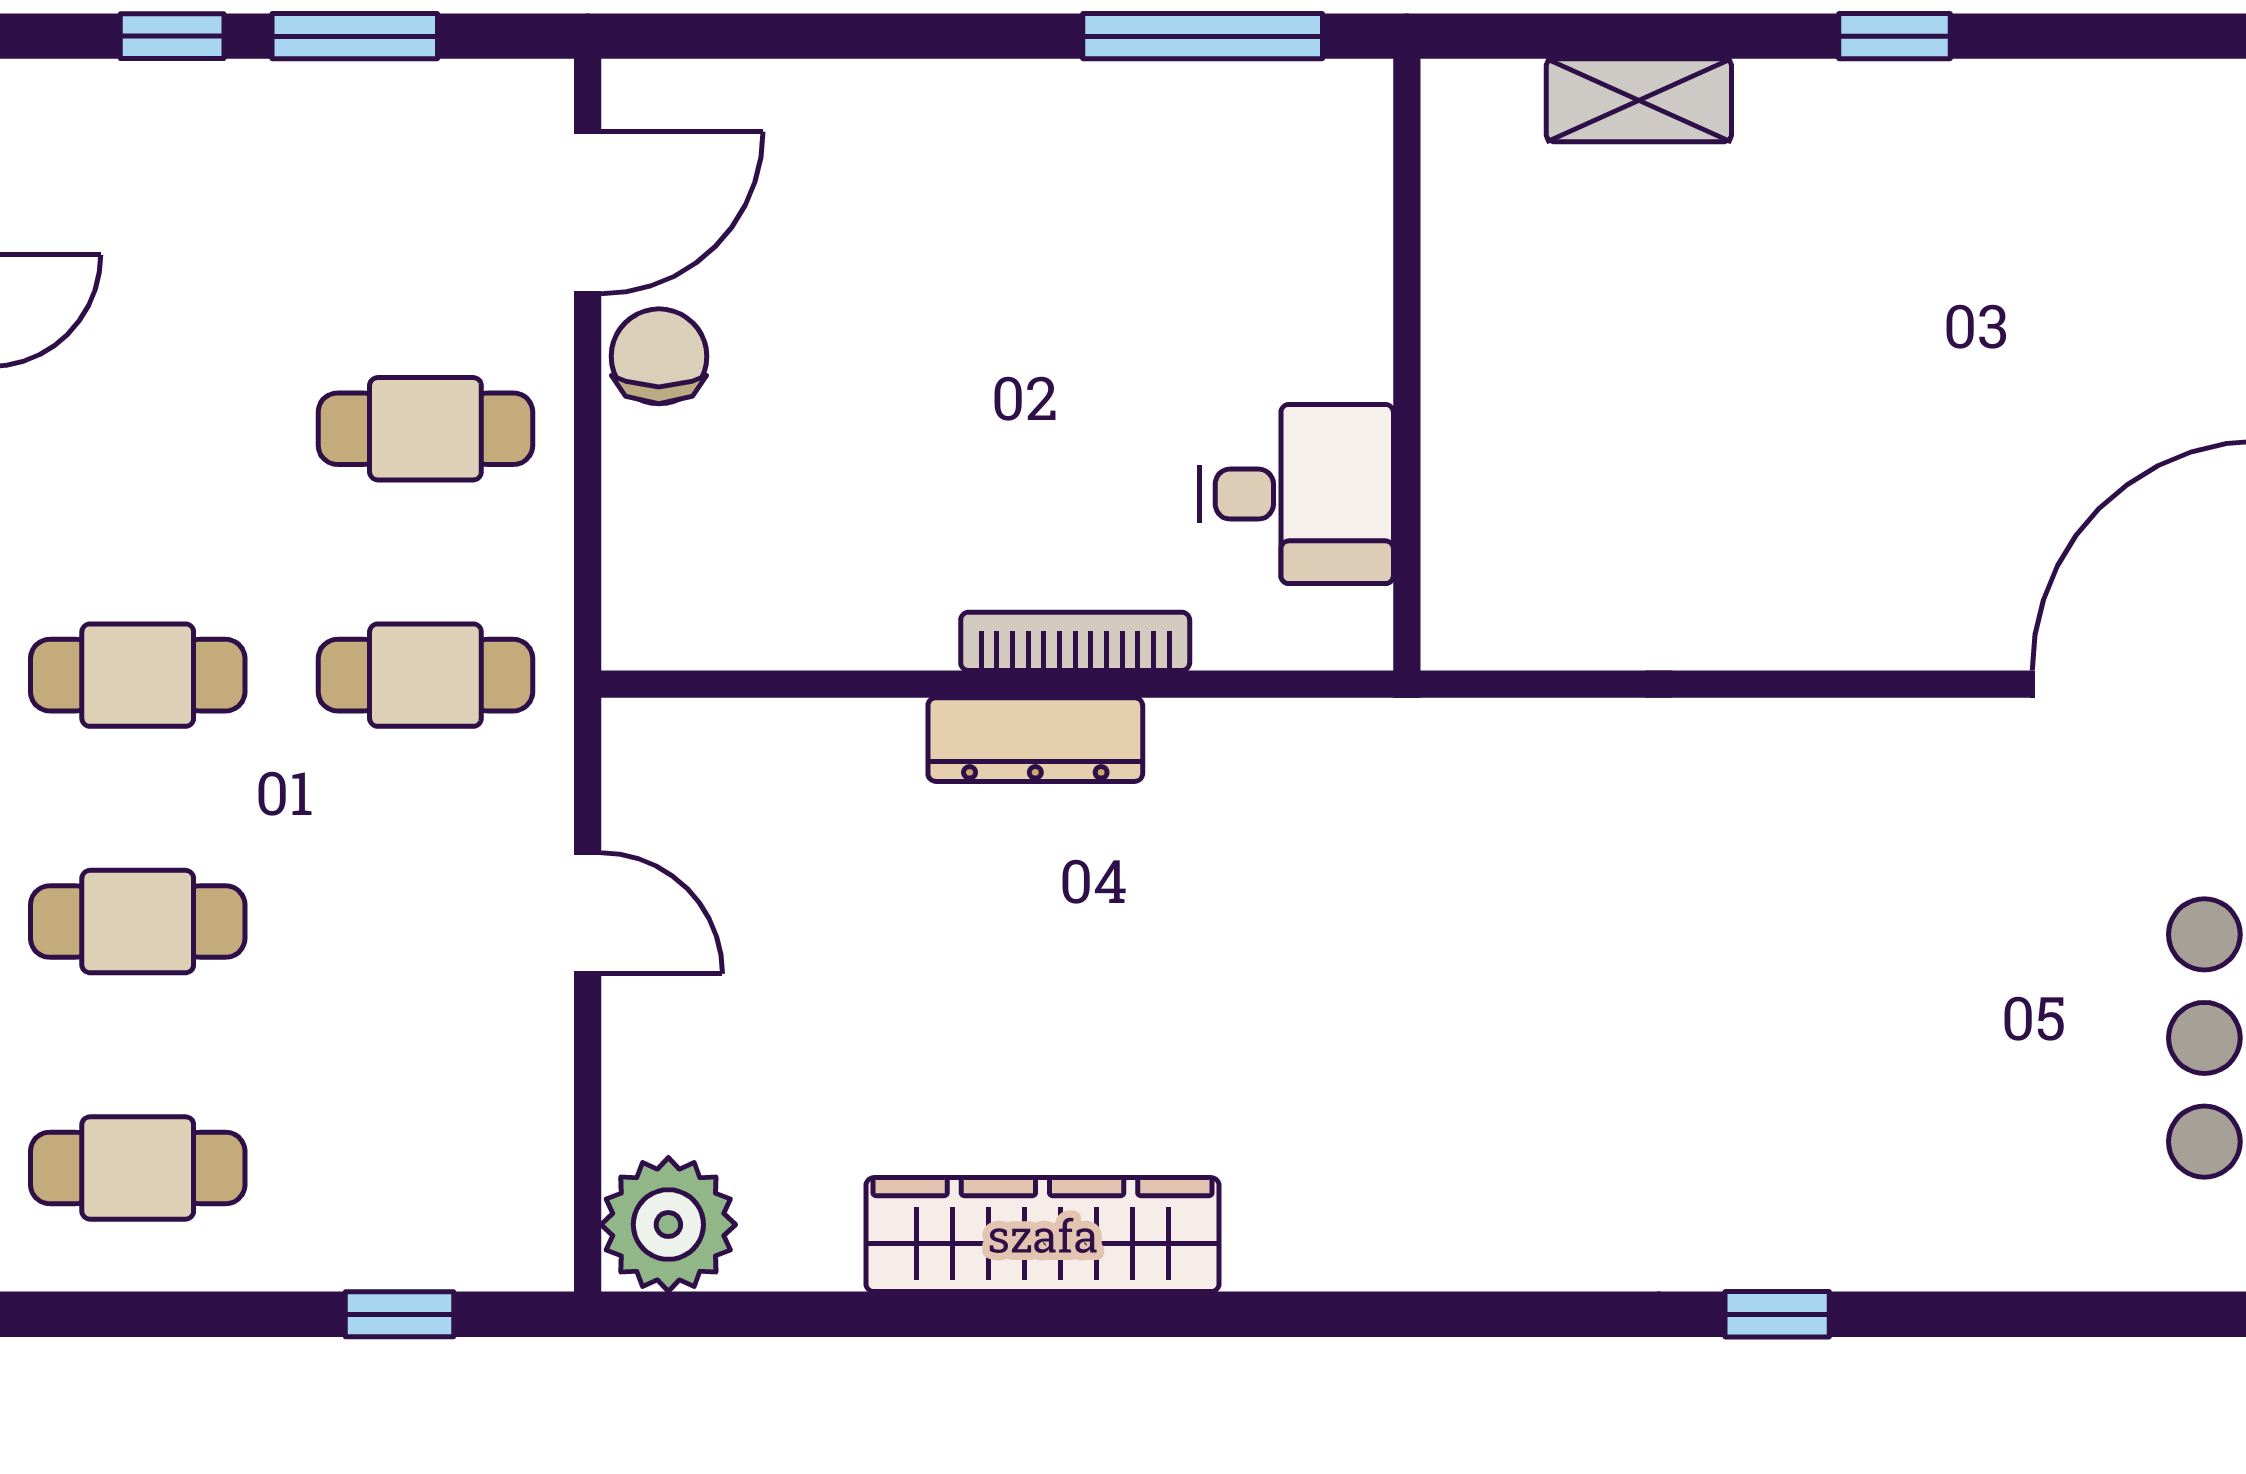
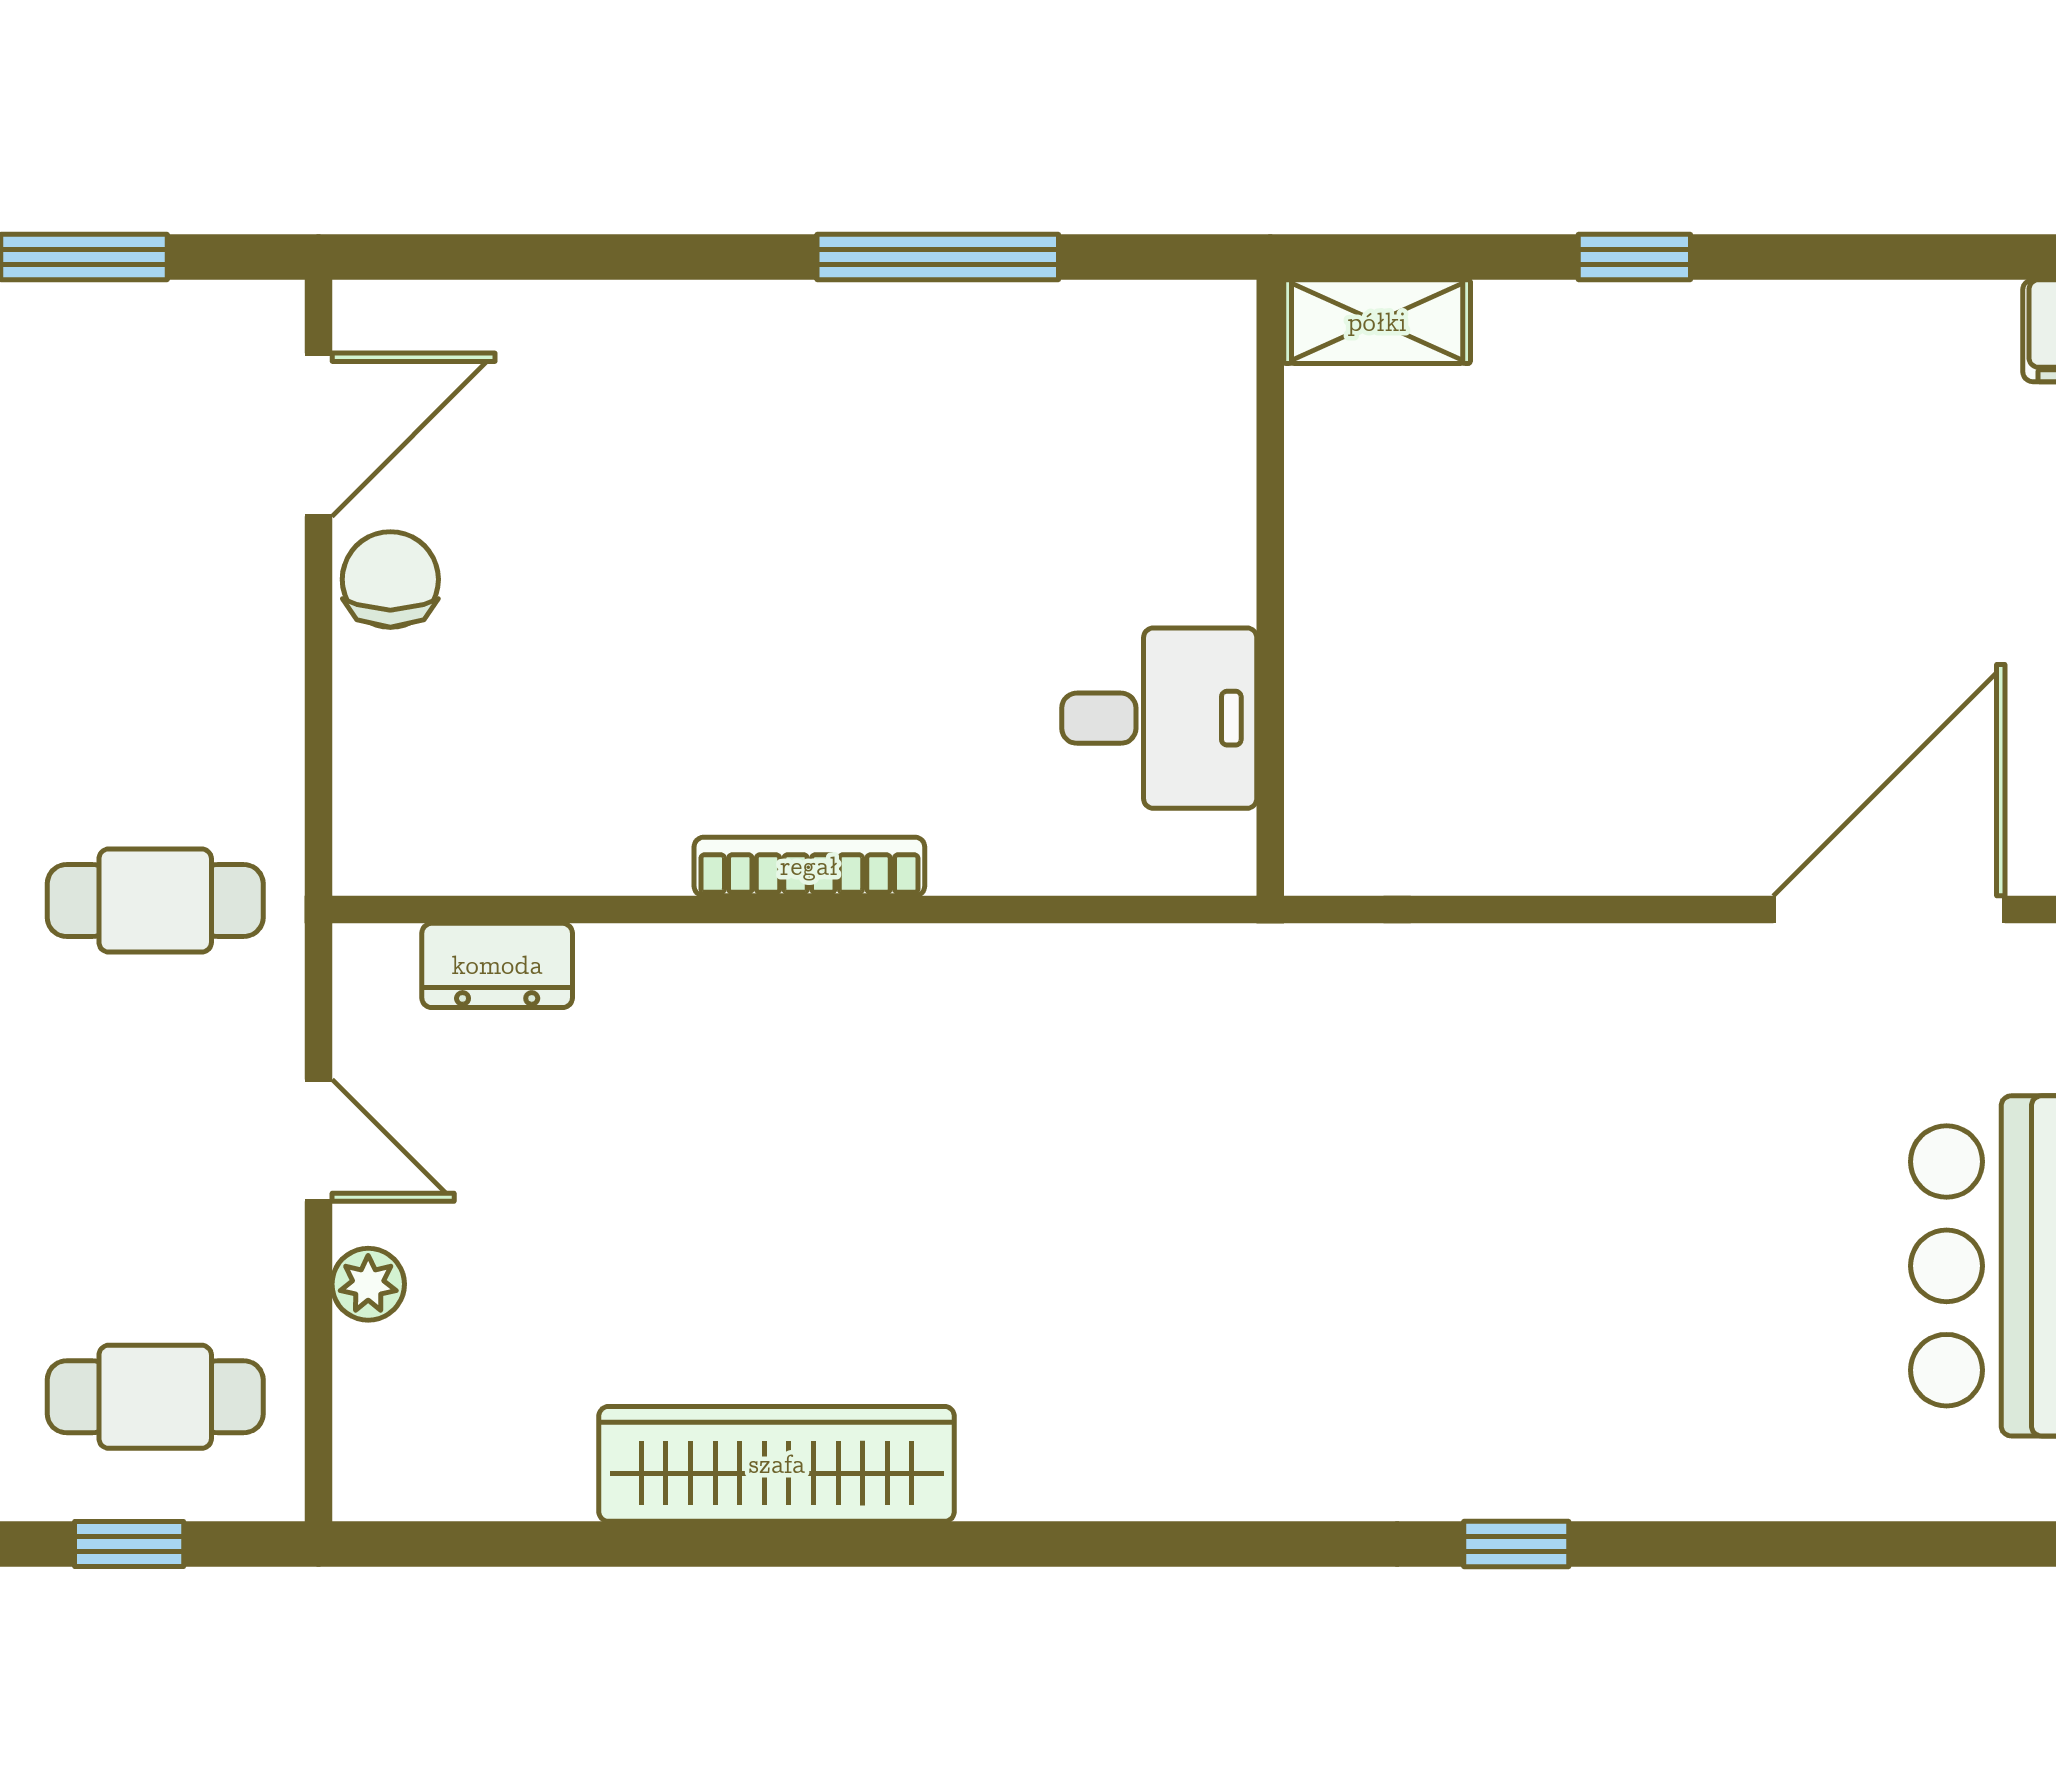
wall: (1407, 365) -> (1270, 588), moved
cafe table: (425, 429) -> (155, 1397), moved
desk: (1297, 494) -> (1159, 718), moved
dresser: (1035, 740) -> (497, 965), moved, width x0.70
plant: (668, 1225) -> (368, 1284), moved, width x0.53, depth x0.53

